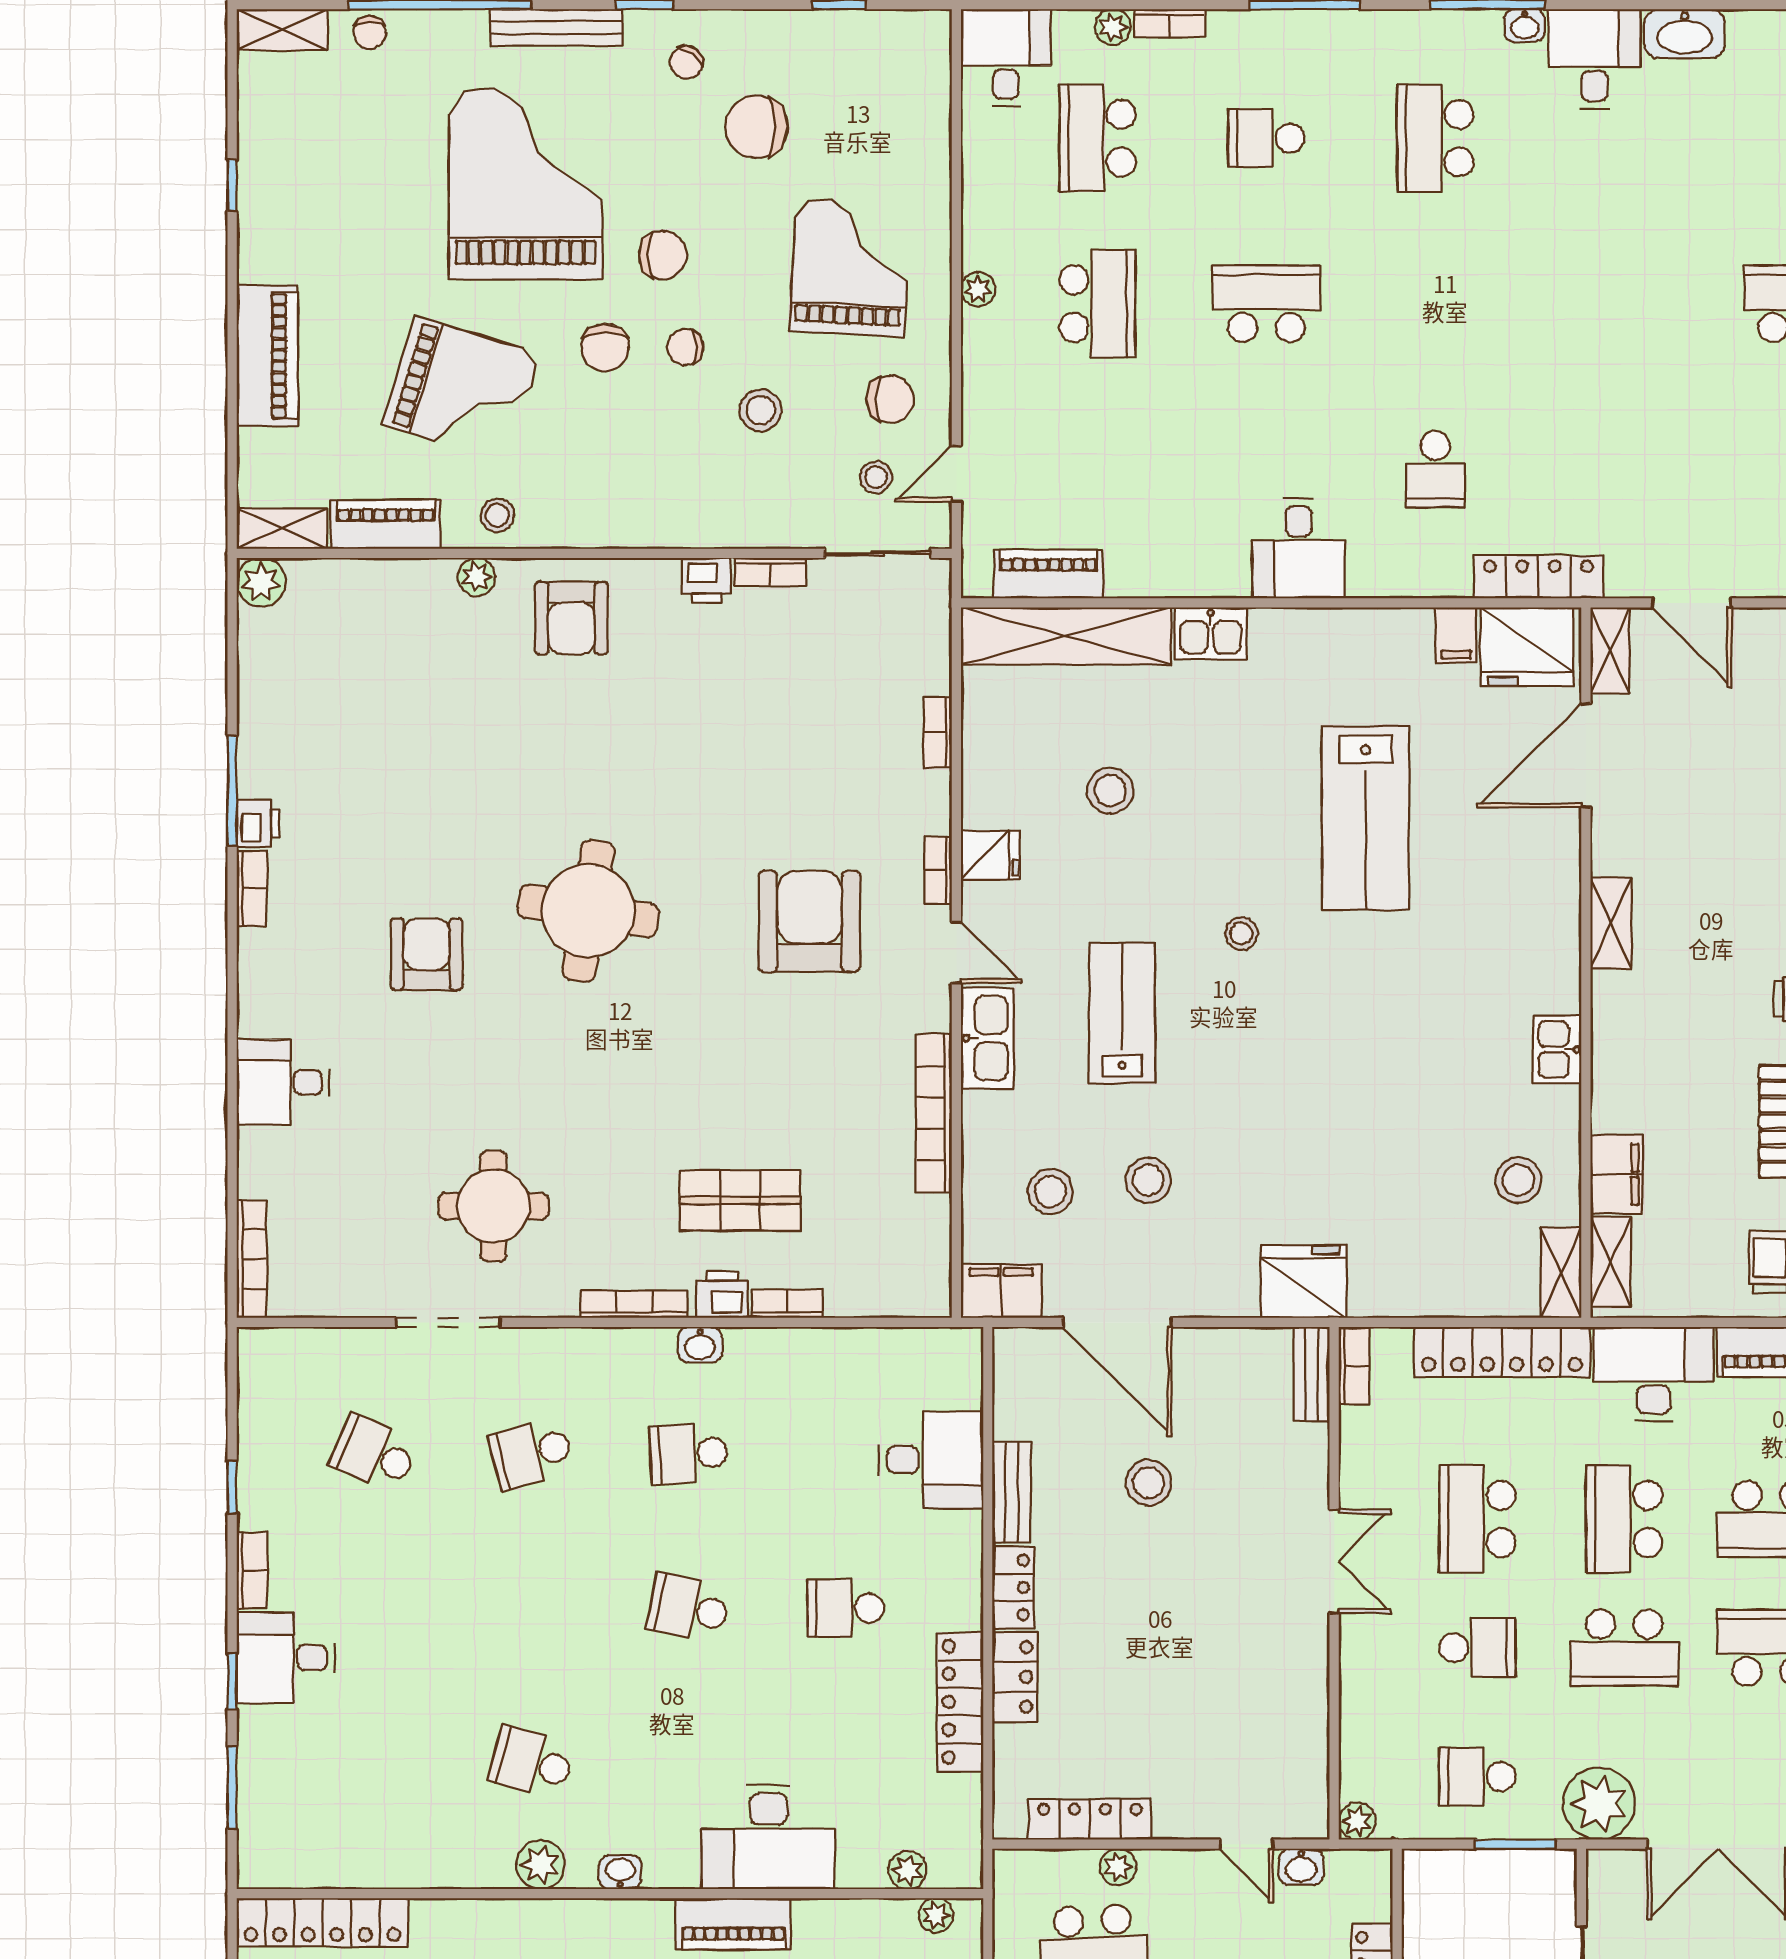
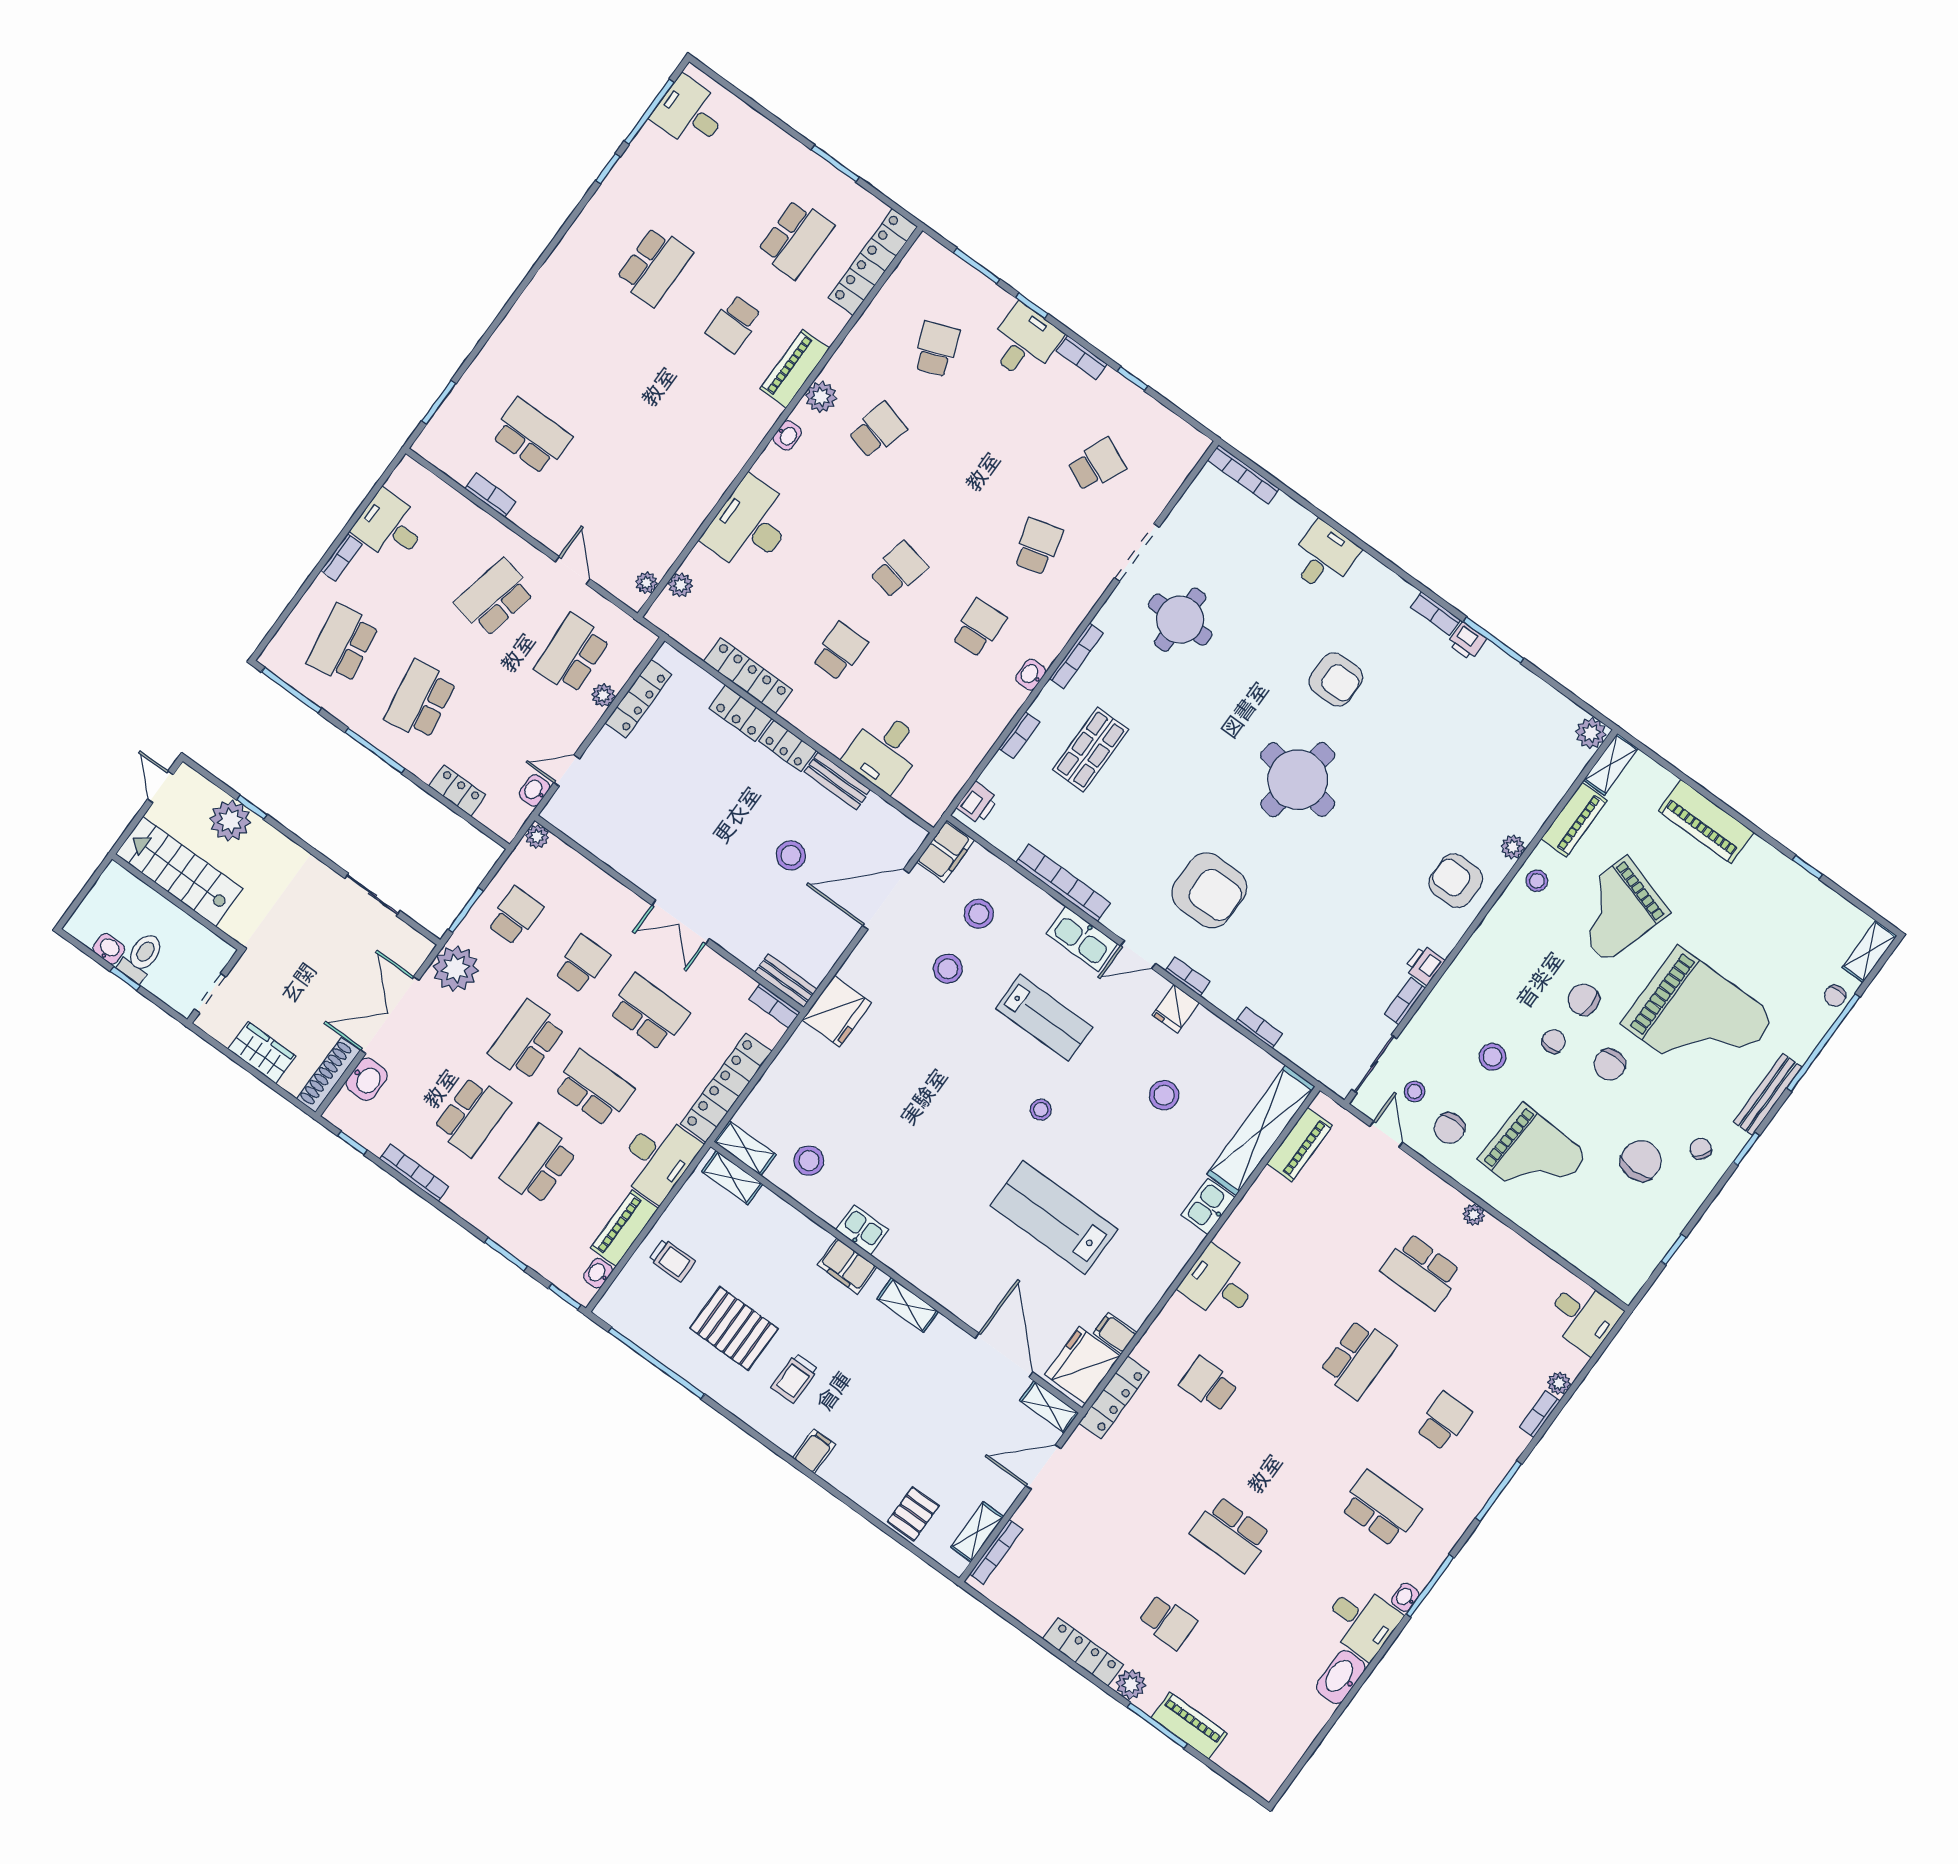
chair: (370, 32) -> (1835, 996), turned -92
school desk: (1097, 138) -> (1231, 1534), moved, turned 180
filing cabinet: (1617, 1174) -> (847, 1266), moved
printer: (722, 1295) -> (978, 803), moved
school desk: (1477, 1648) -> (582, 964), turned 180
school desk: (374, 1763) -> (936, 349), added
piano: (733, 1924) -> (795, 369), moved

